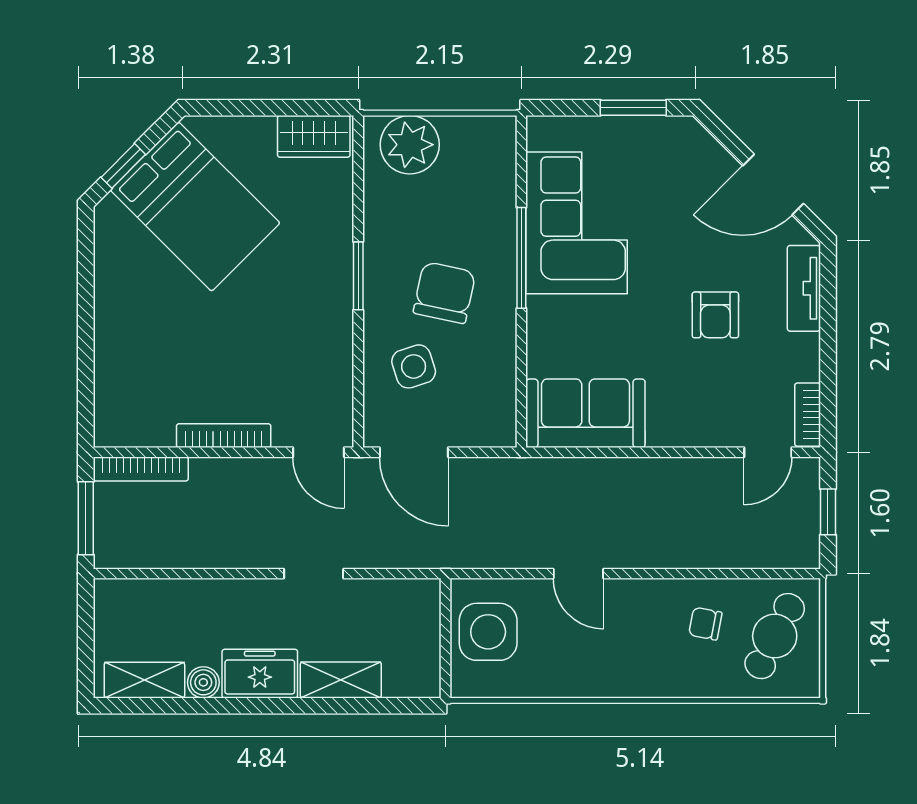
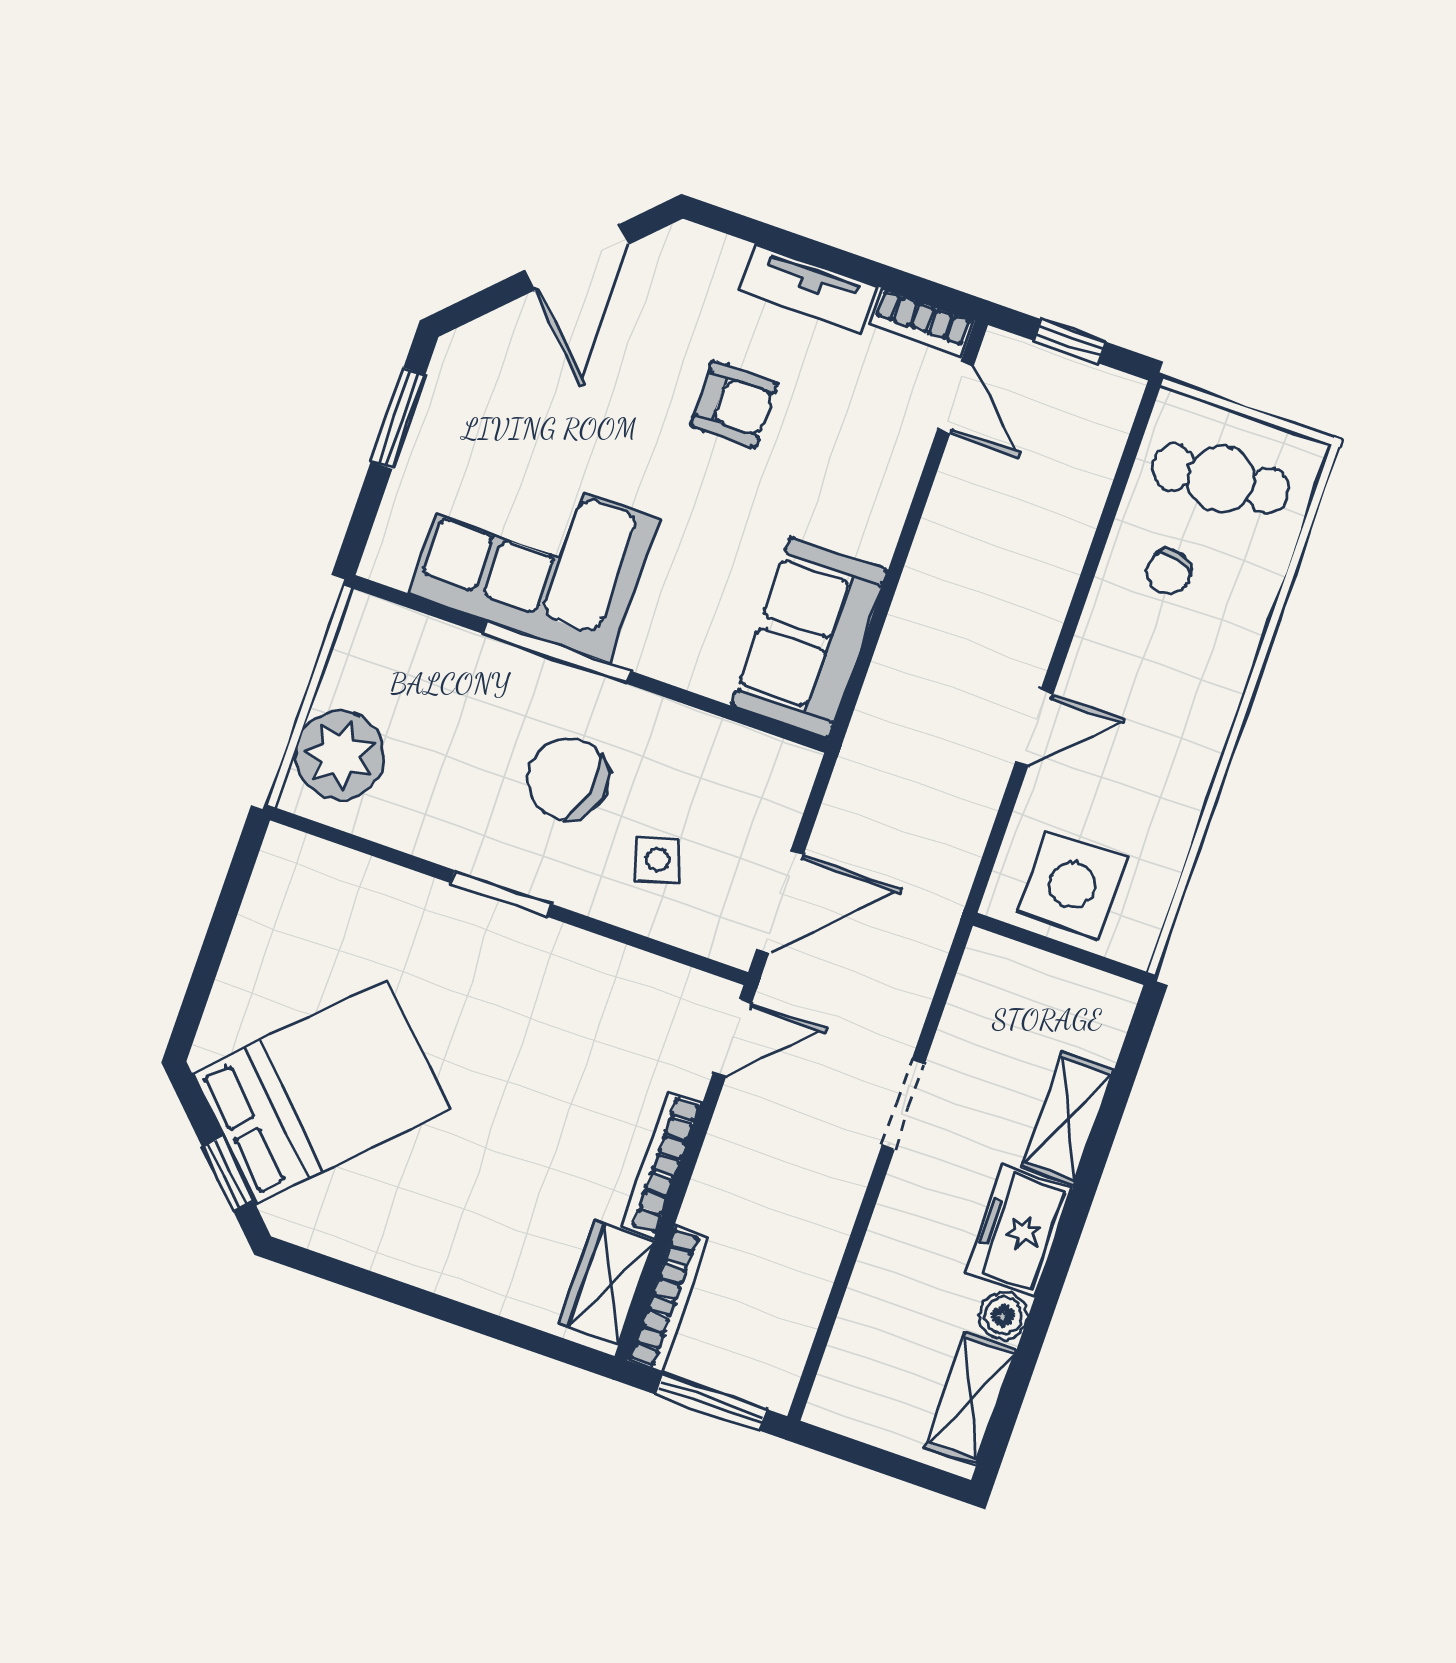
wardrobe: (314, 136) -> (606, 1283), moved, turned 180
tv unit: (804, 288) -> (809, 289), moved
side table: (414, 366) -> (658, 859), width x0.73, depth x0.73
cafe table: (775, 636) -> (1221, 479), turned -32

